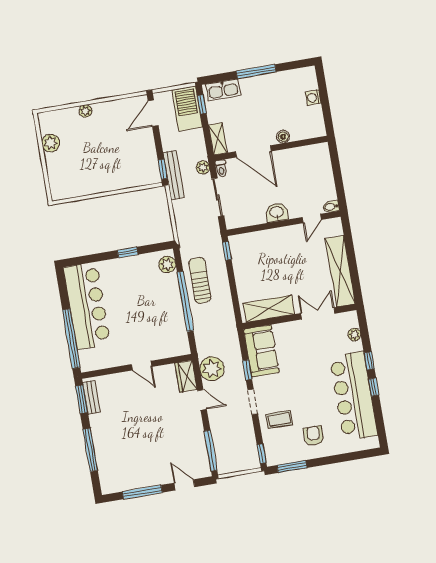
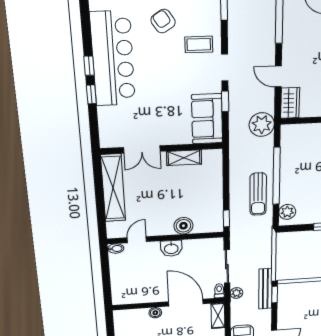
boiler: (268, 238) -> (183, 226), added
shelving: (269, 309) -> (184, 158), width x0.67, depth x0.75
plant: (354, 335) -> (105, 124), removed
plant: (212, 369) -> (262, 125), moved
armchair: (314, 436) -> (163, 21), turned 147

